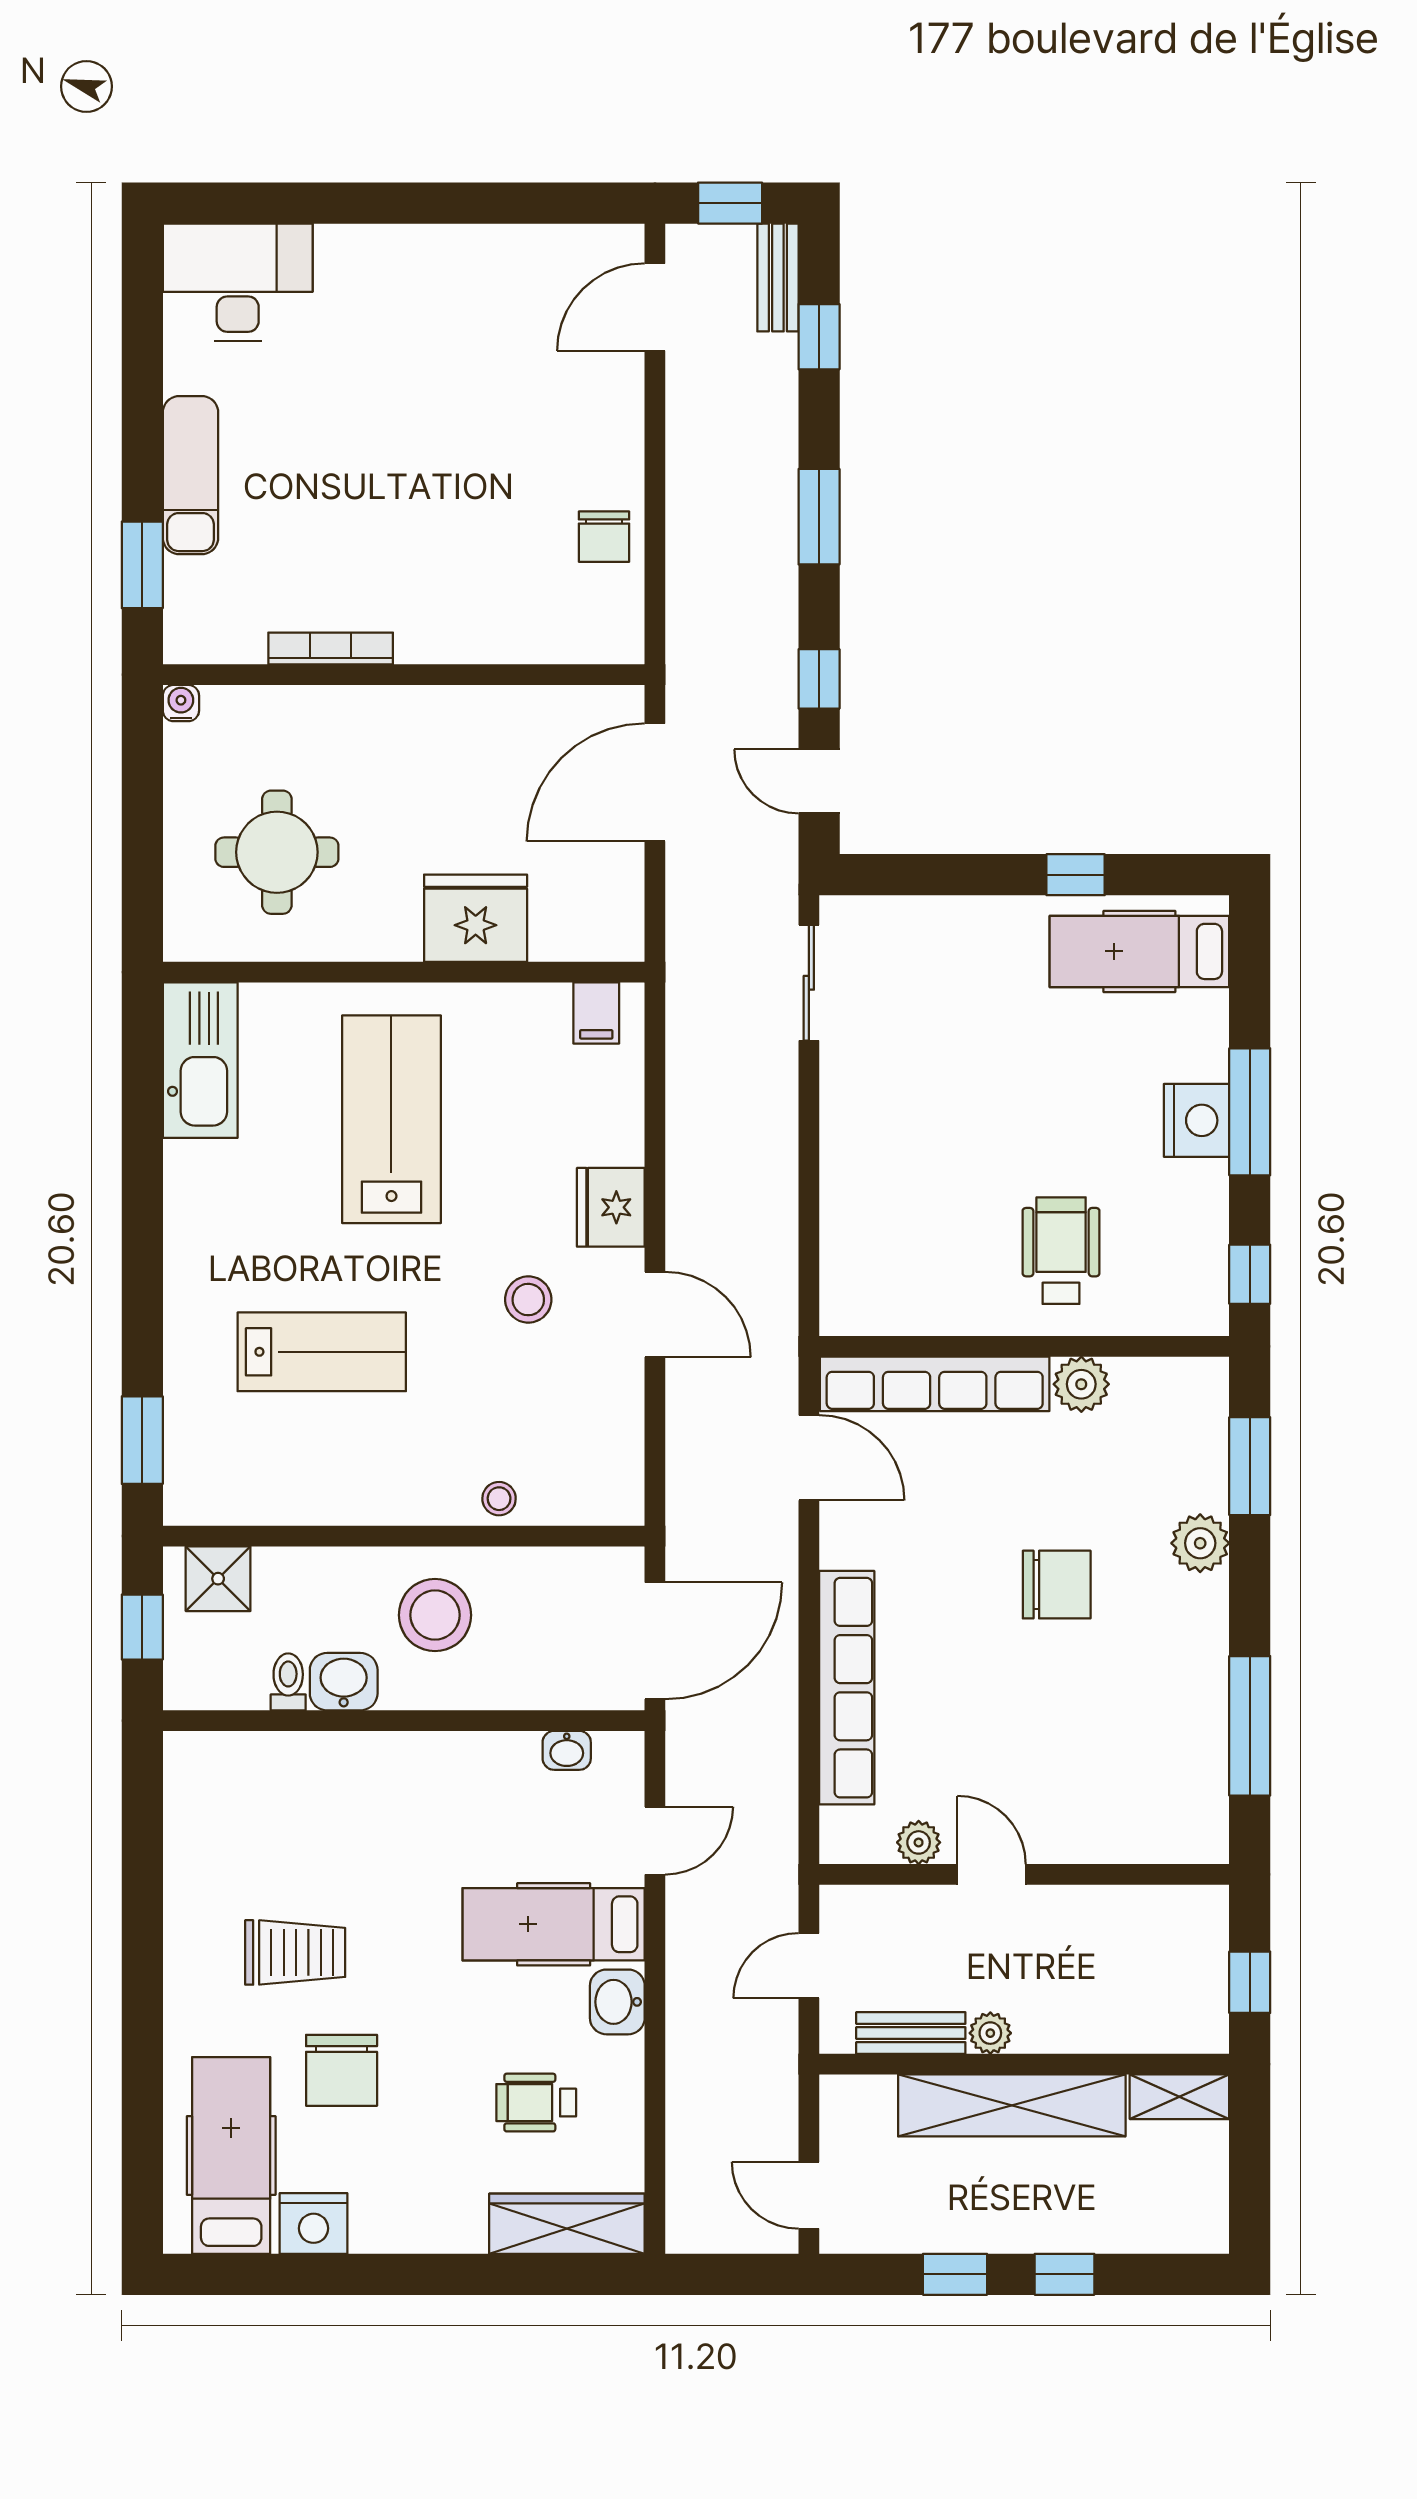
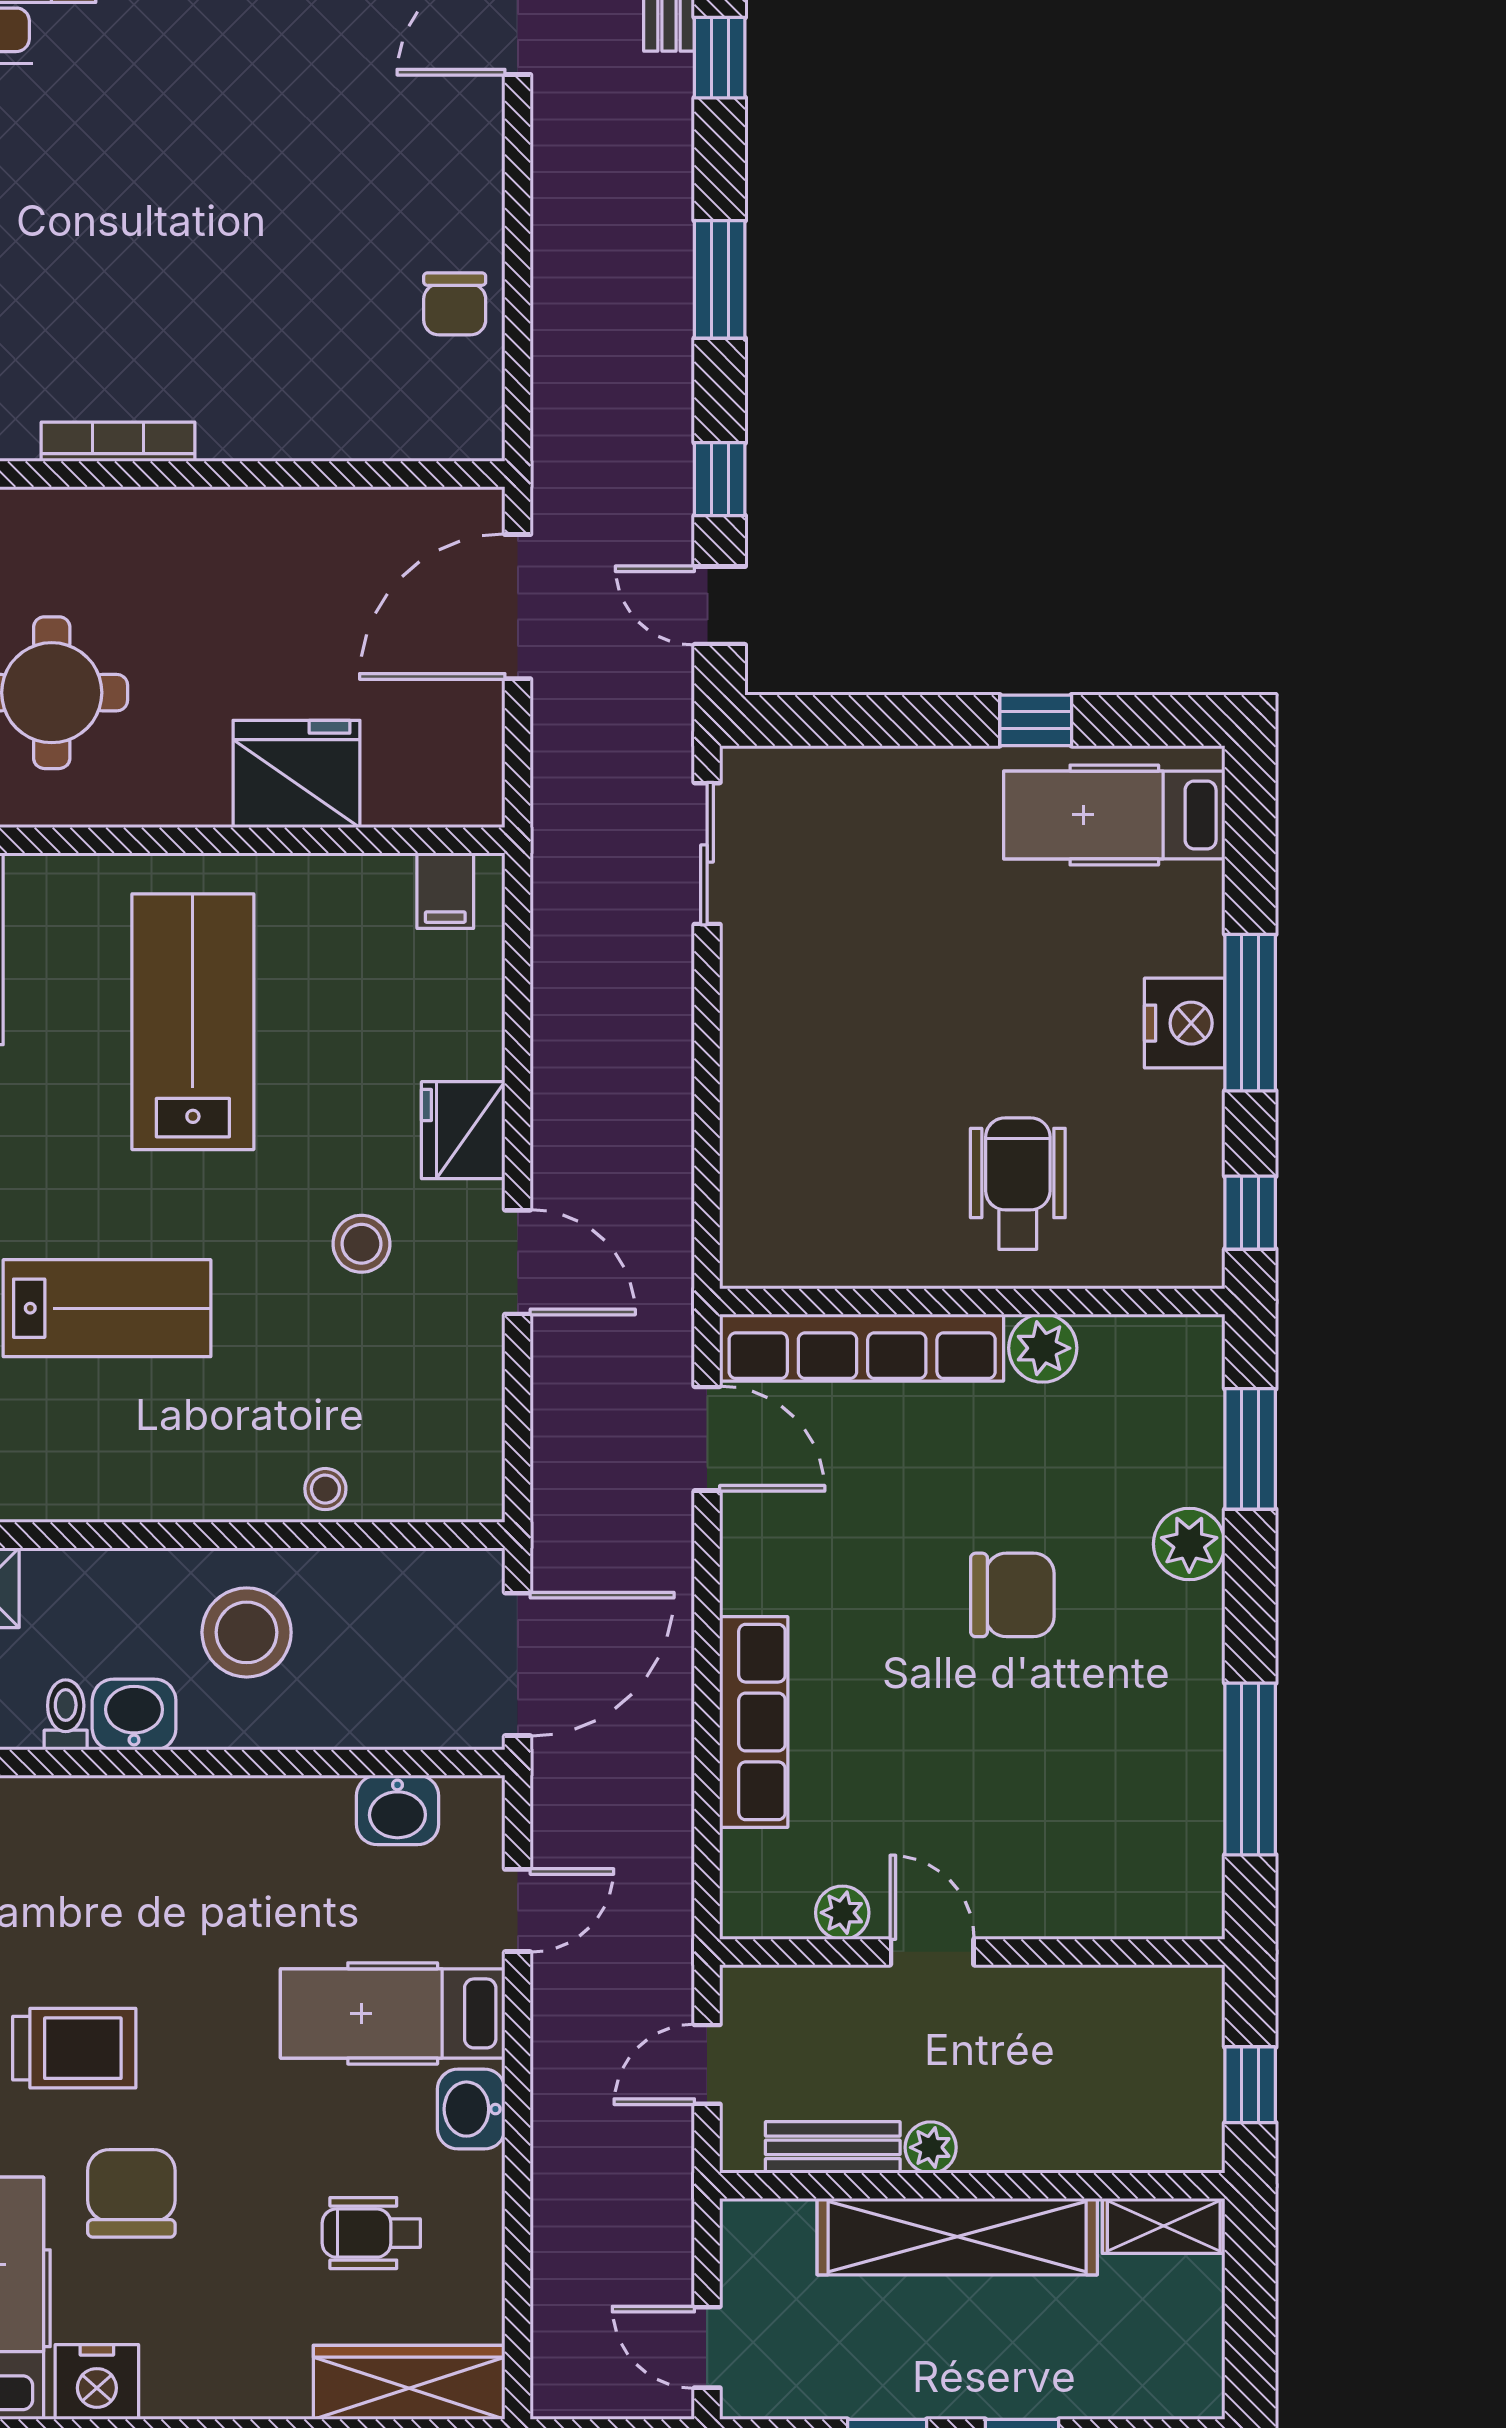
row of seats: (847, 1688) -> (754, 1722), width x0.73
washbasin: (567, 1750) -> (397, 1810), width x1.38, depth x1.45
chair: (342, 2070) -> (131, 2193), turned 180

